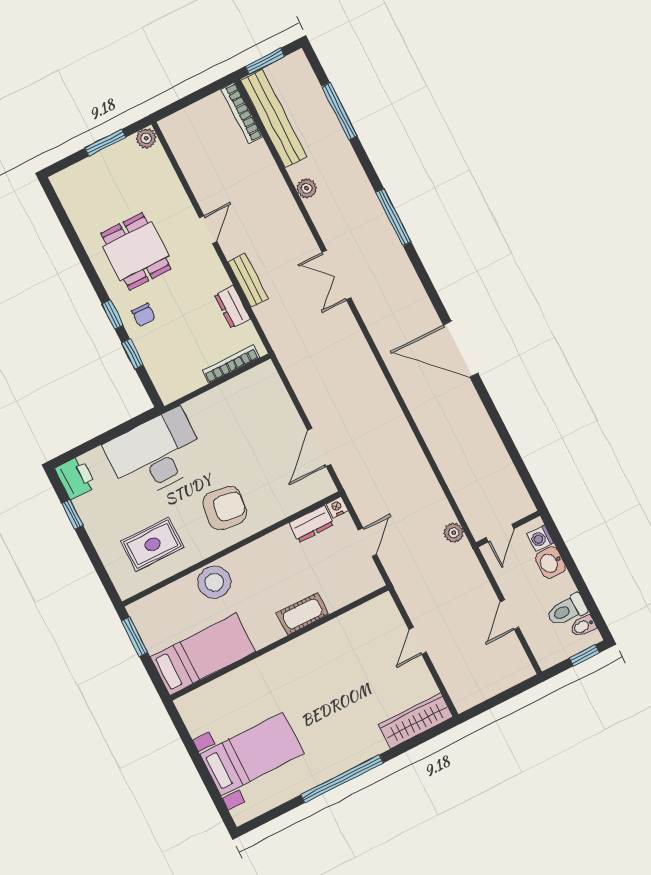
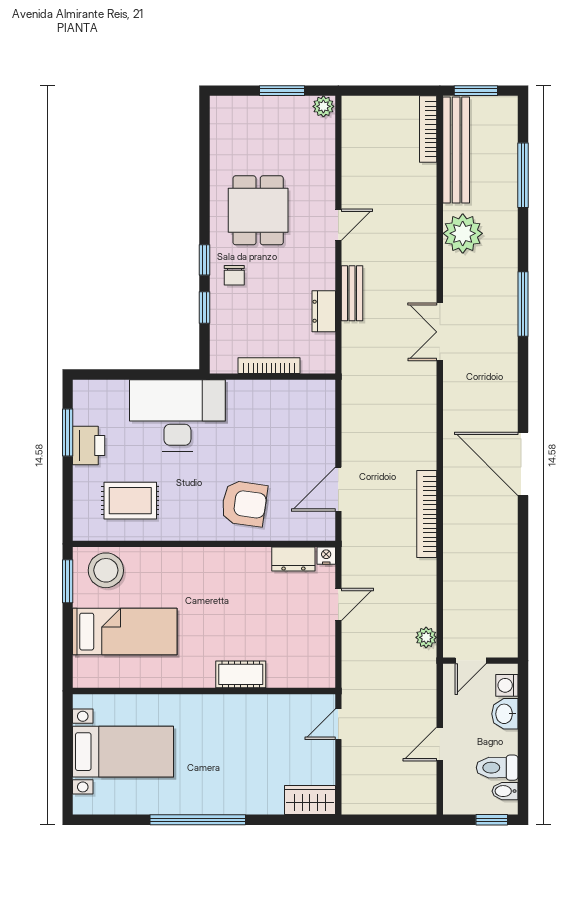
plant: (307, 188) -> (463, 233), width x1.88, depth x1.88
bookcase: (231, 364) -> (269, 366), moved
bookcase: (402, 431) -> (427, 514), added
printer: (75, 478) -> (89, 445), moved
armchair: (225, 508) -> (244, 504), moved
window: (72, 514) -> (68, 432), width x1.50
stool: (214, 582) -> (106, 570), moved
cot: (303, 614) -> (241, 674), moved
wall: (279, 643) -> (204, 691), moved
wardrobe: (416, 721) -> (310, 800), width x0.67

